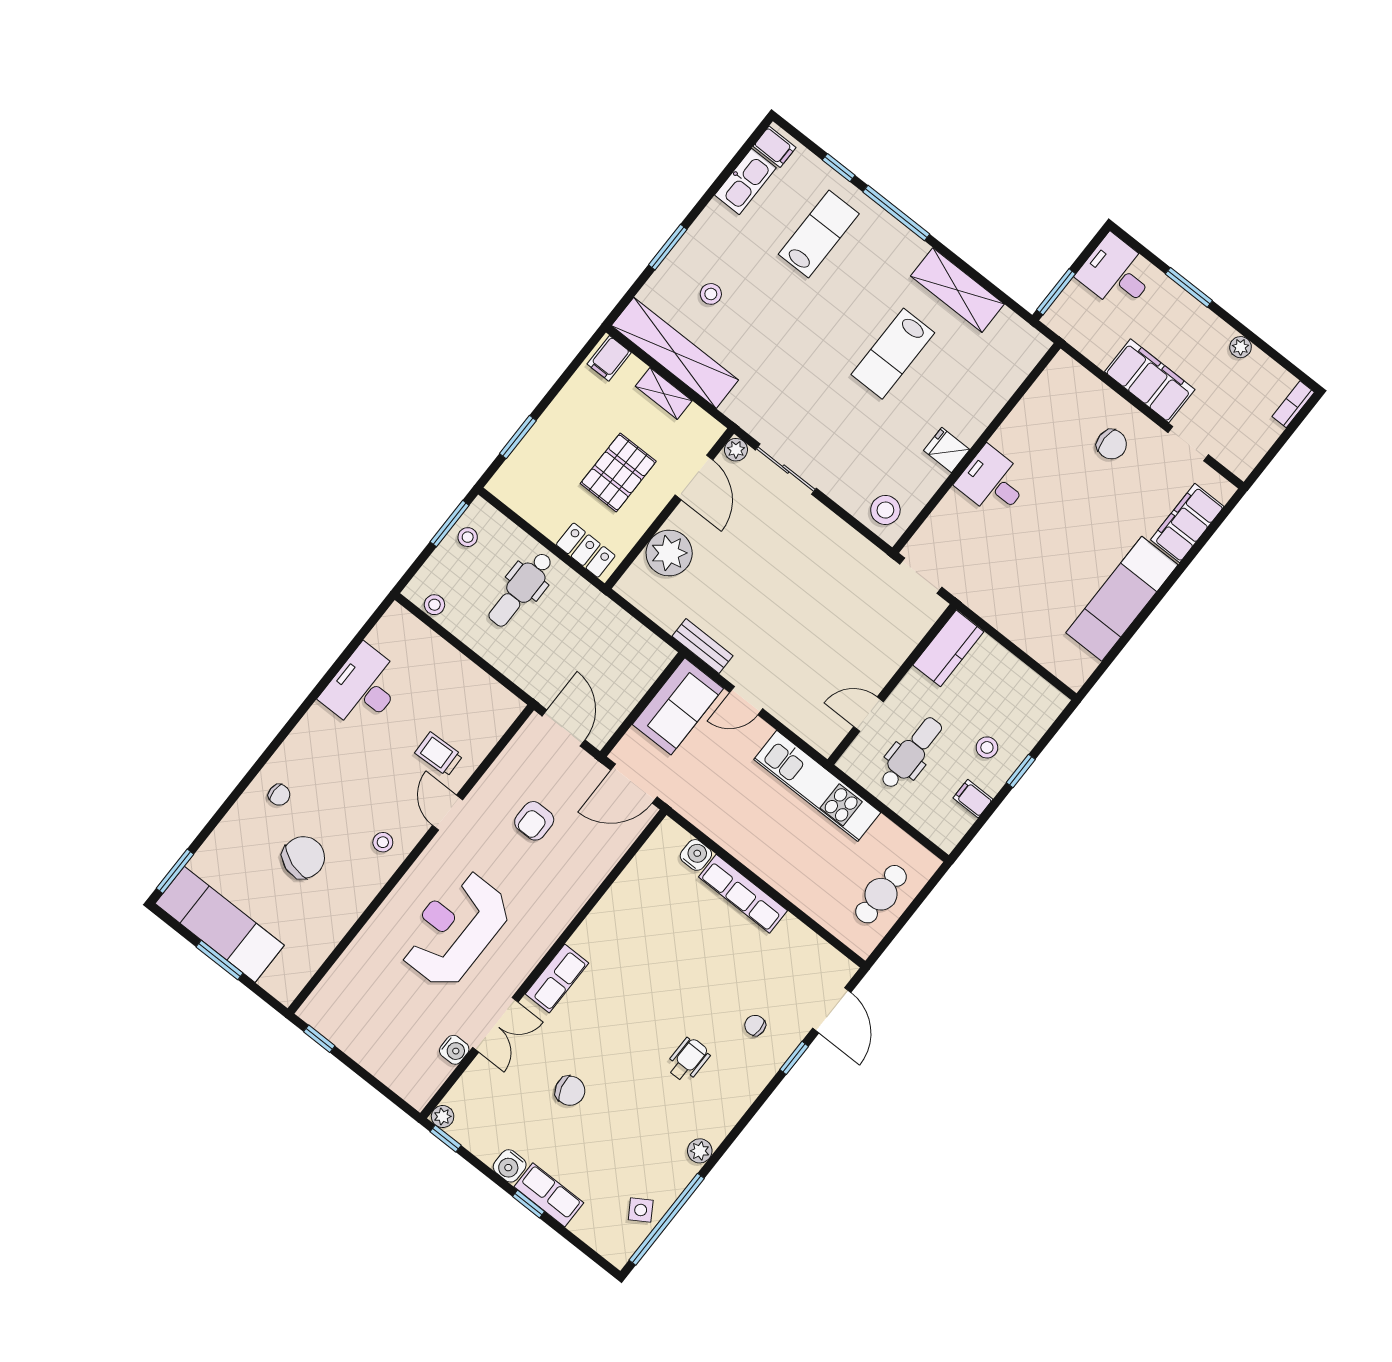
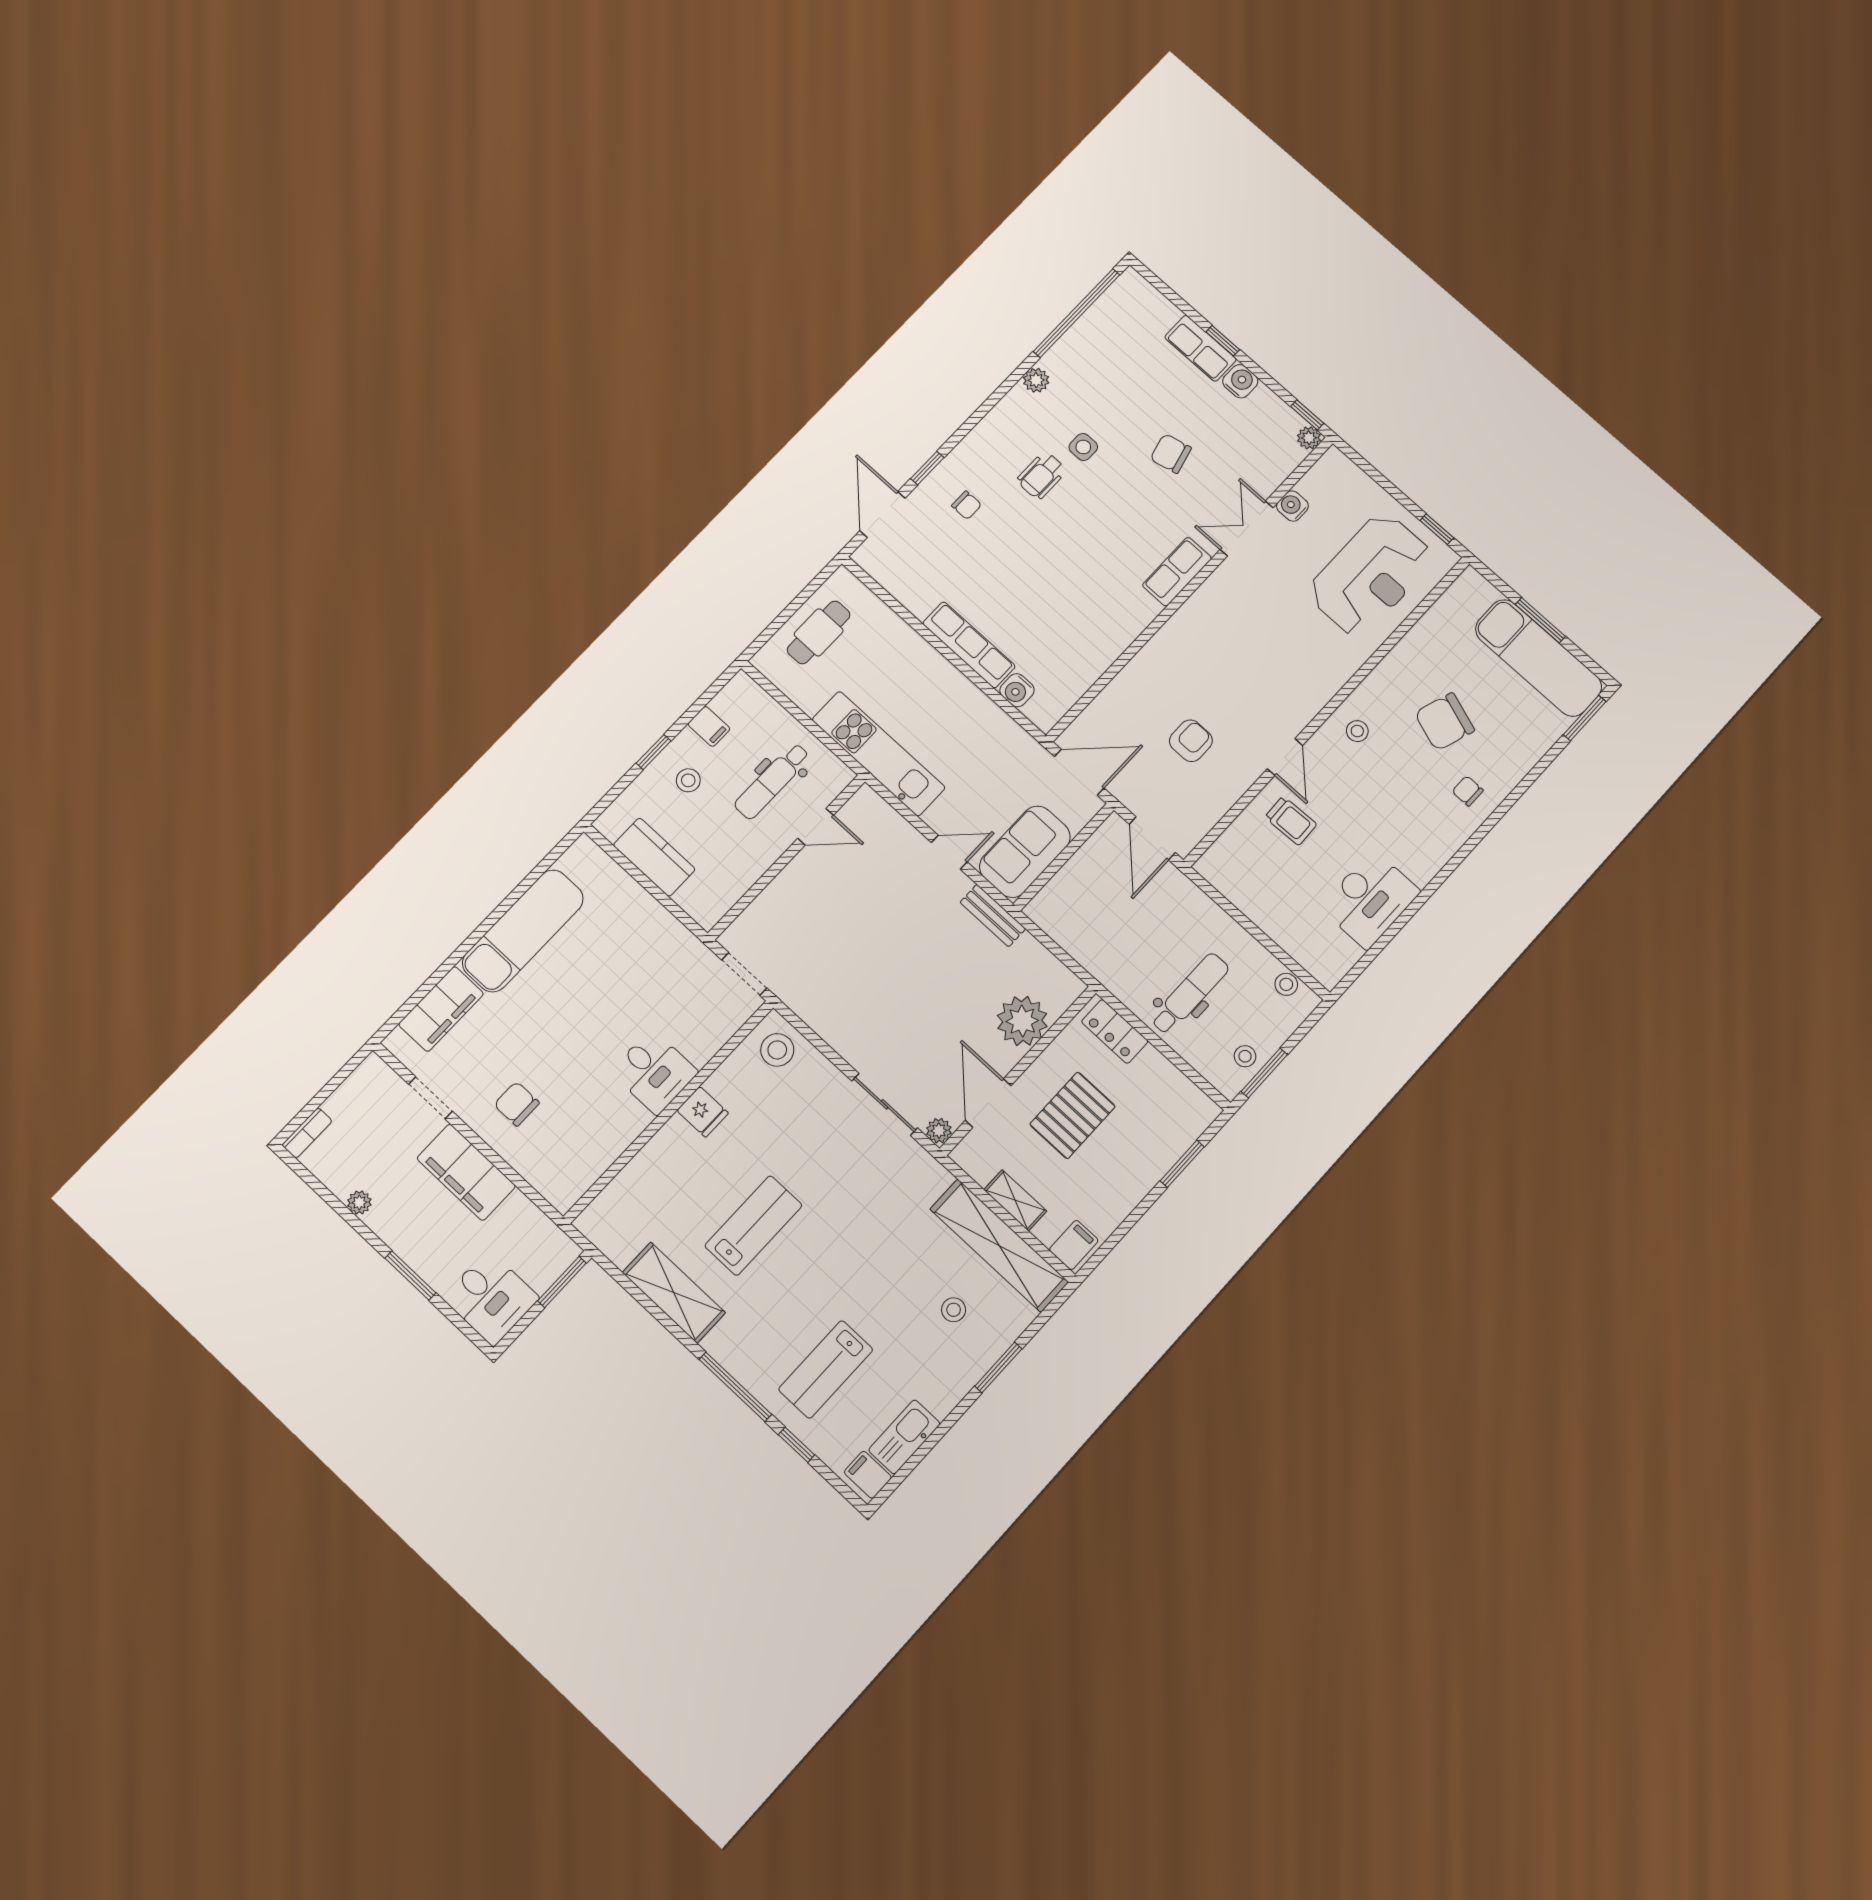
kitchen counter: (948, 648) -> (654, 857), moved, turned 90
reception desk: (455, 929) -> (1371, 575), moved
side table: (641, 1210) -> (1083, 447), moved, turned 32

